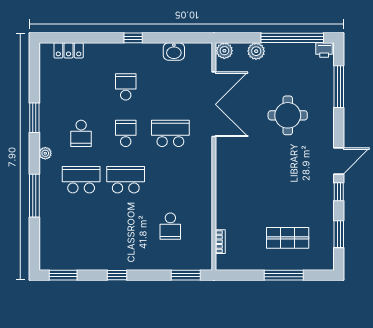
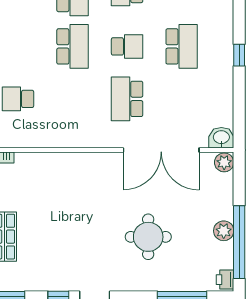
plant: (256, 51) -> (224, 231), moved
washbasin: (174, 52) -> (221, 138), moved, turned 90
school desk: (126, 87) -> (182, 46), width x1.85
school desk: (170, 133) -> (127, 99), turned 180

